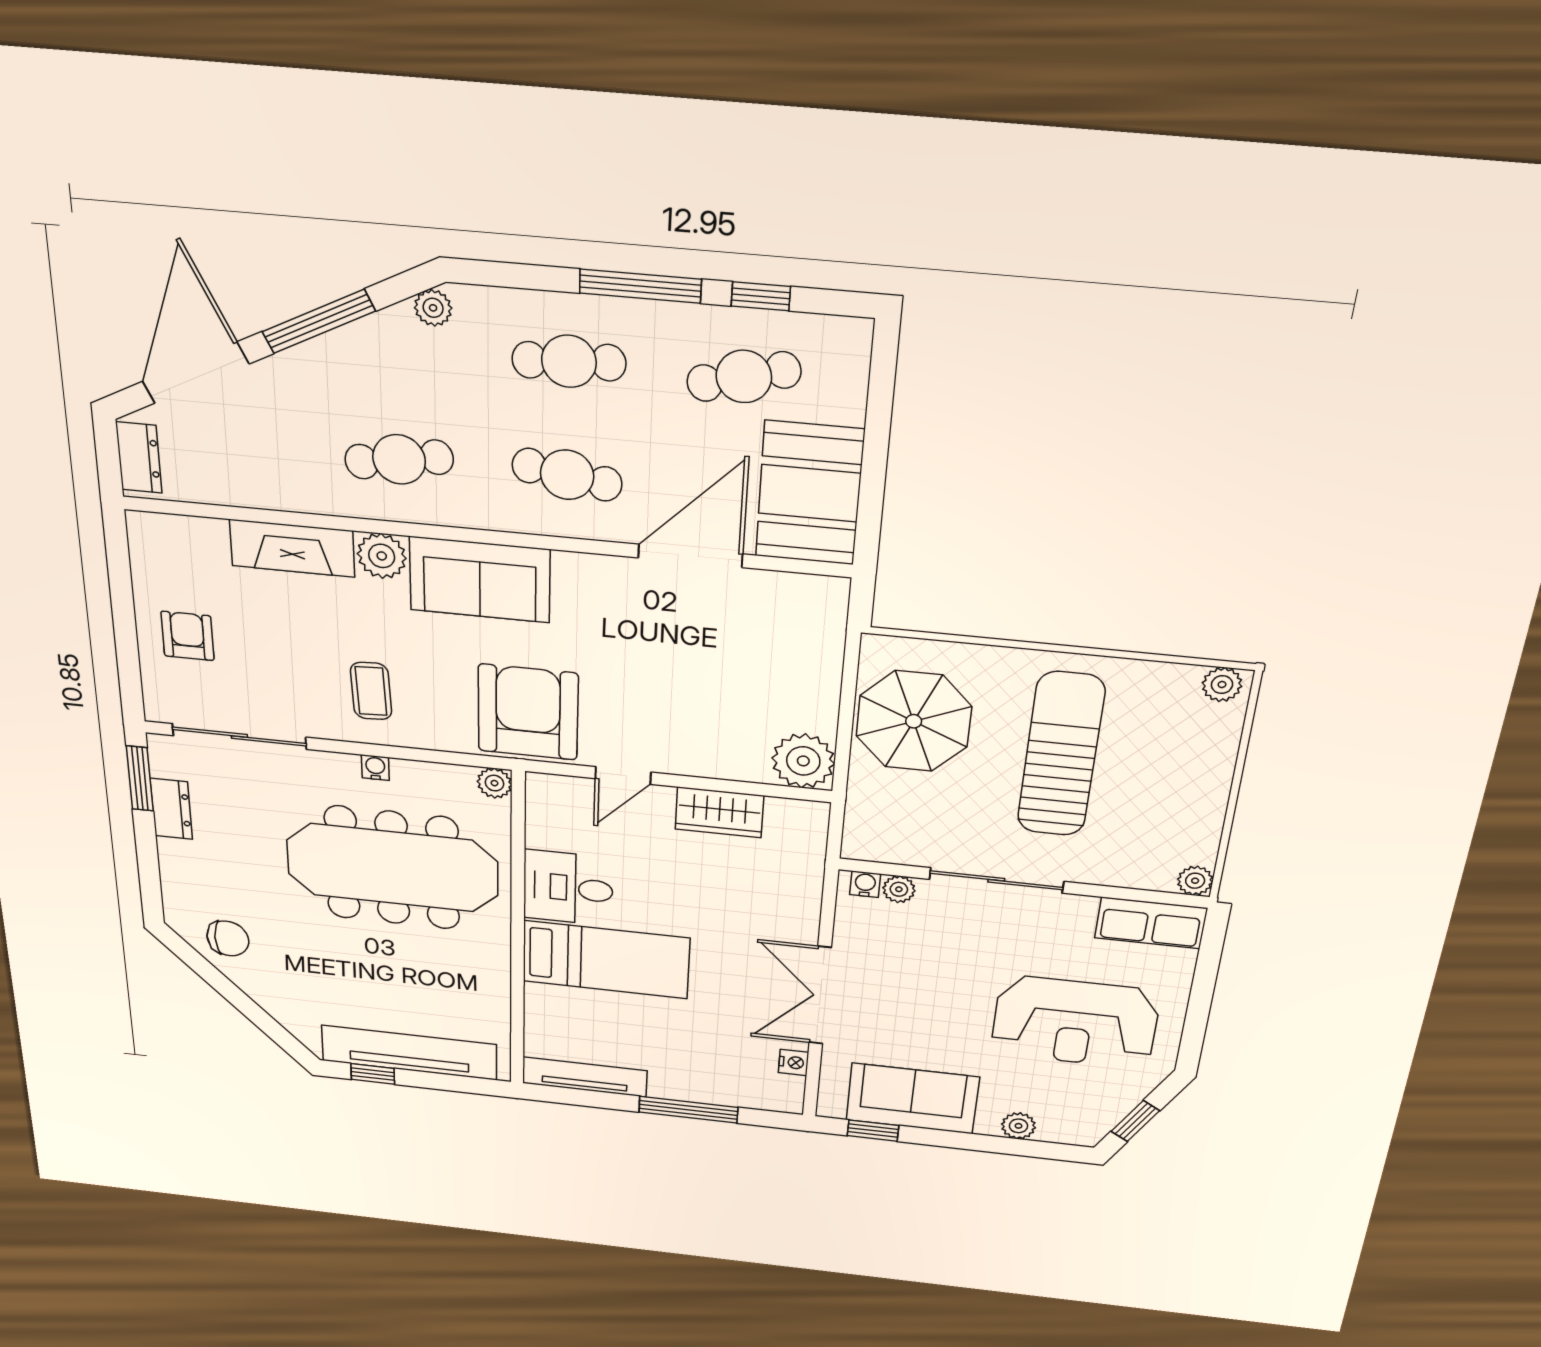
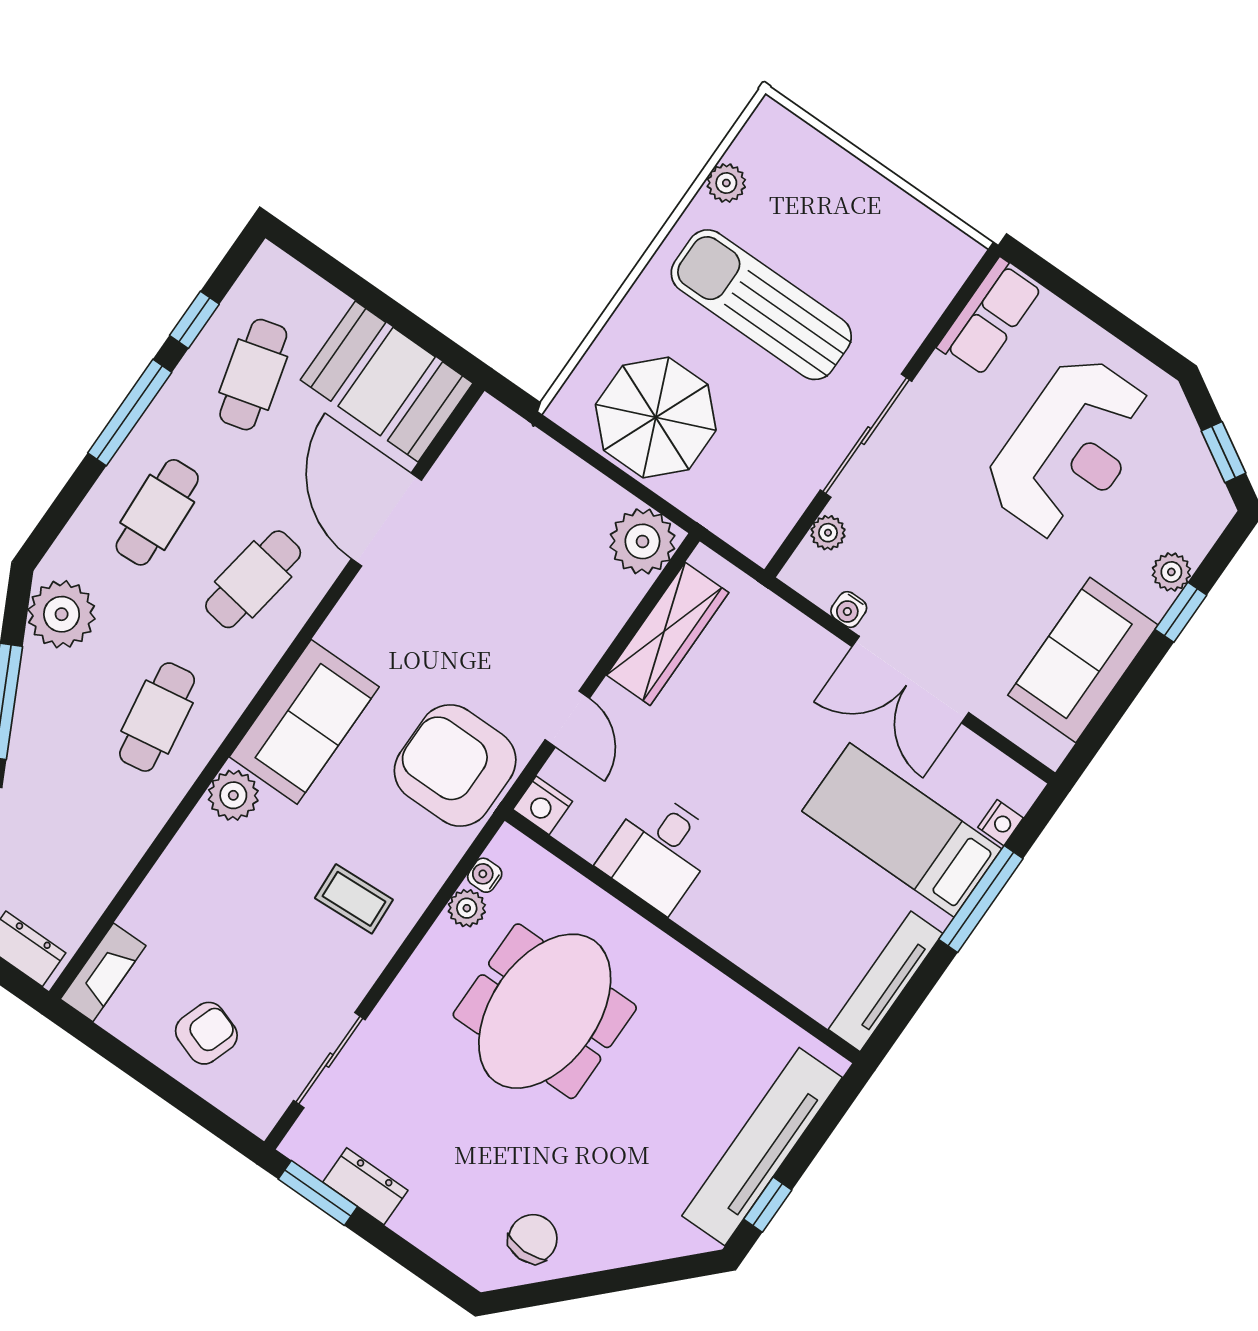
plant: (433, 308) -> (62, 614), width x1.88, depth x1.88
fireplace: (292, 548) -> (103, 972), moved, width x0.73, depth x0.76
armchair: (188, 636) -> (206, 1033), turned 109
plant: (1222, 685) -> (726, 183), moved
sliding door: (239, 736) -> (329, 1060), width x0.73
water cooler: (375, 768) -> (485, 875), moved
plant: (494, 783) -> (467, 908), moved
nightstand: (544, 791) -> (543, 805), added
wardrobe: (719, 812) -> (668, 634), width x1.50
meeting table: (392, 868) -> (545, 1011), width x0.73
plant: (1195, 881) -> (963, 253), removed
water cooler: (865, 884) -> (849, 609), moved, turned -90
bed: (606, 960) -> (902, 830), moved, turned -90
nightstand: (794, 1062) -> (1001, 823), moved, turned 90
window: (873, 1131) -> (1181, 612), moved

